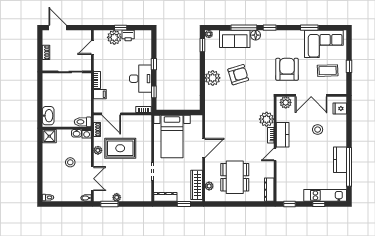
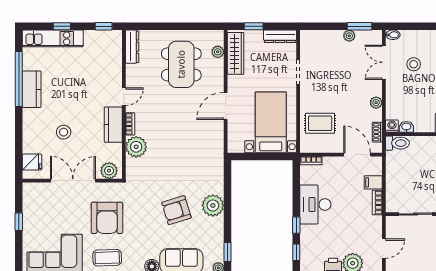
coffee table: (328, 71) -> (107, 258), moved
window: (154, 92) -> (296, 252), moved
rug: (120, 148) -> (320, 123), moved, width x0.73, depth x0.70
stool: (70, 162) -> (414, 64), moved

